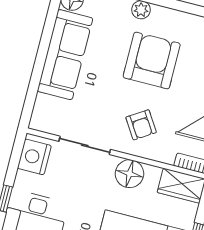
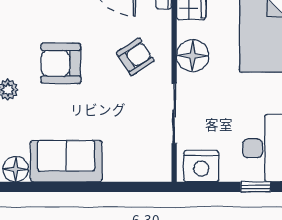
sofa: (65, 55) -> (66, 161), width x0.73
armchair: (152, 60) -> (61, 63), width x0.73, depth x0.73

